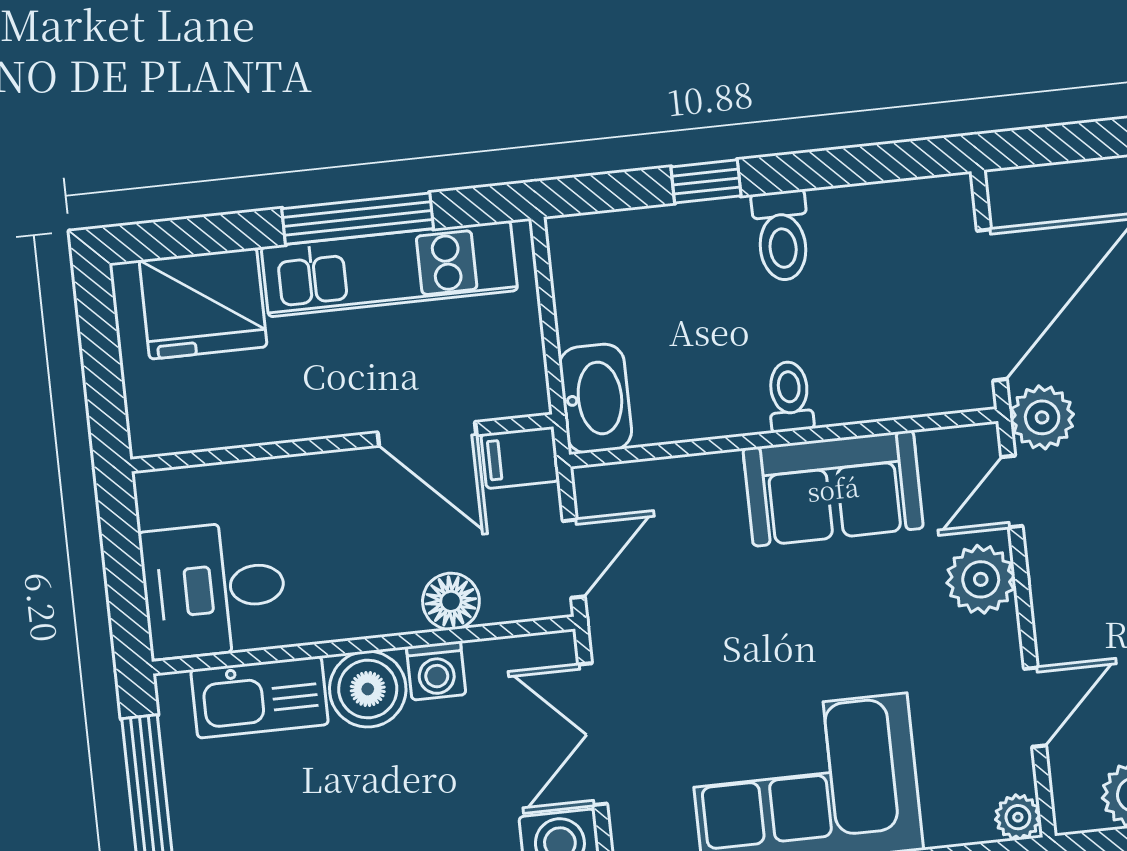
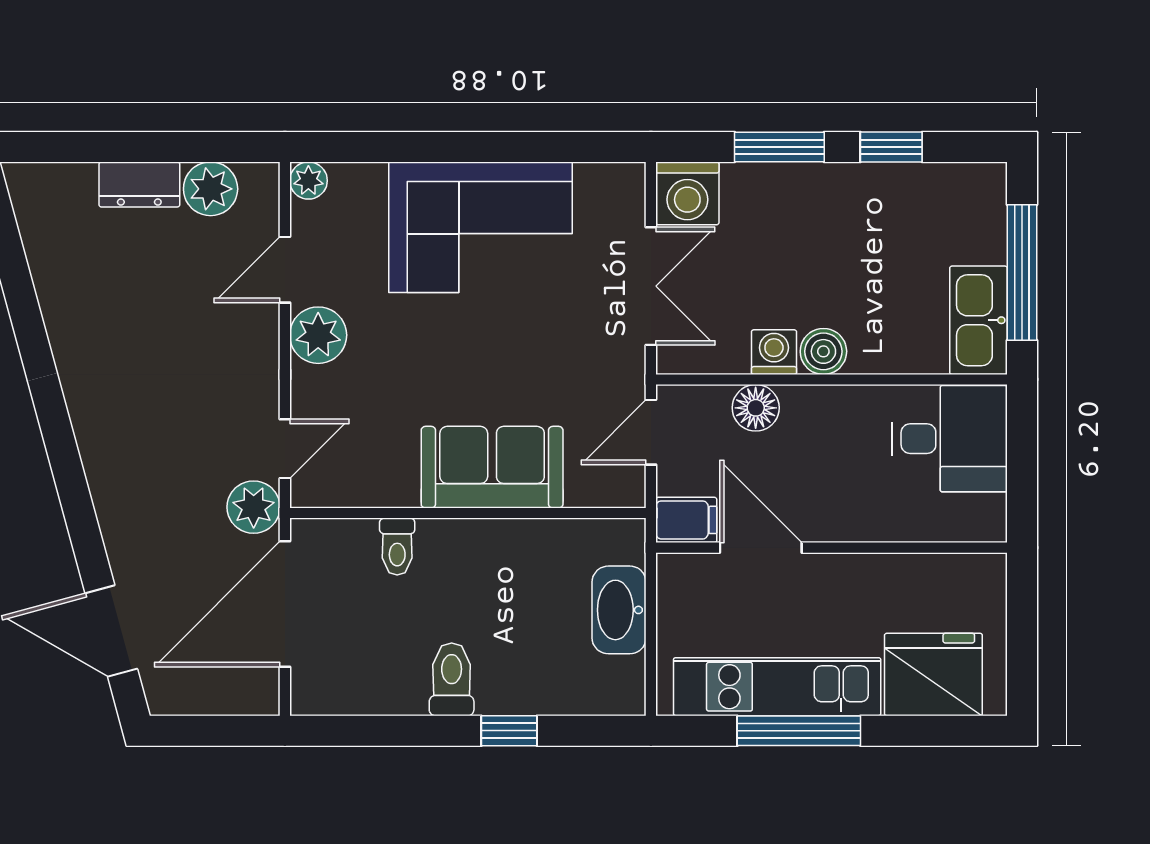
toilet: (790, 396) -> (397, 547), moved
washbasin: (595, 398) -> (619, 610), moved
sofa: (833, 488) -> (492, 467), moved
plant: (981, 579) -> (318, 335), moved
boiler: (368, 689) -> (823, 351), width x0.73, depth x0.73
kitchen sink: (259, 697) -> (978, 320), moved, turned -90

